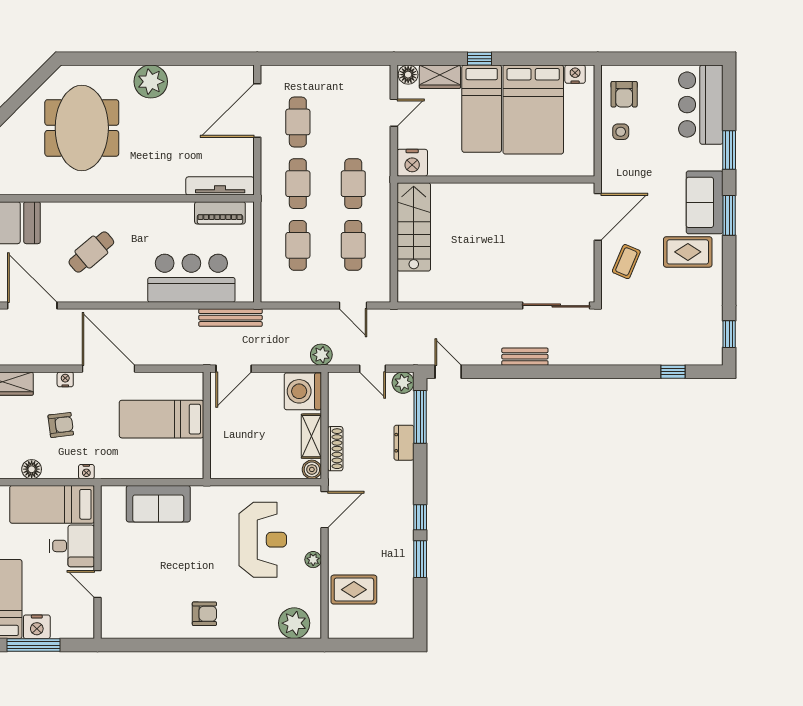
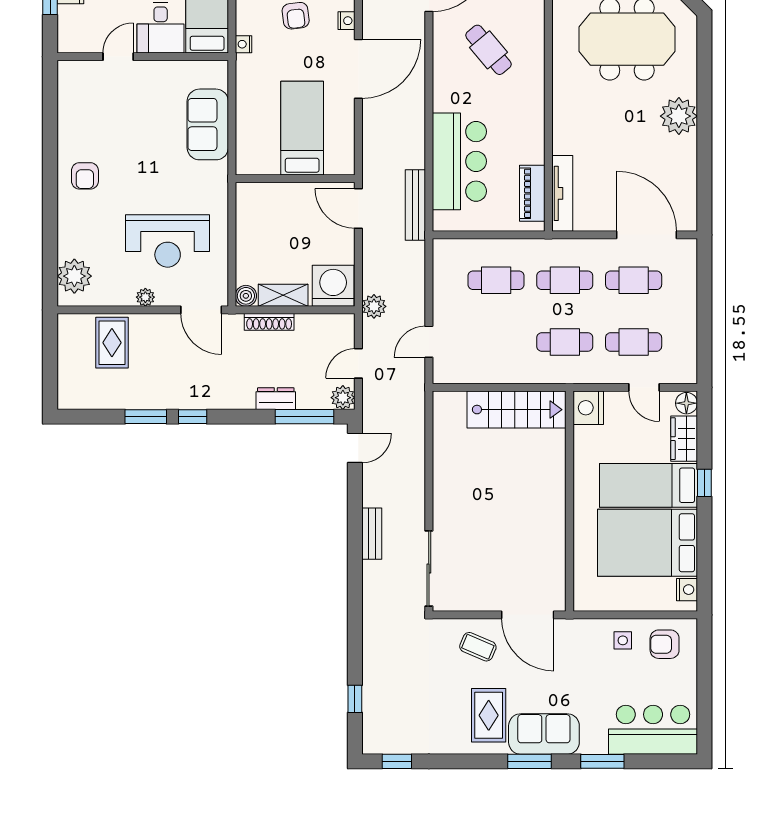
cafe table: (353, 245) -> (634, 342), moved

